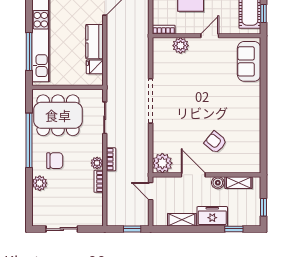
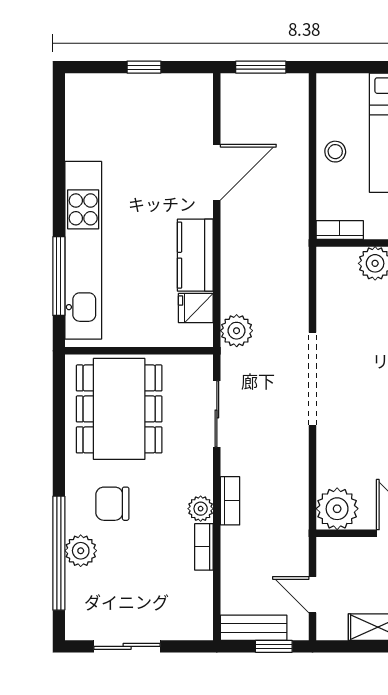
plant: (114, 78) -> (237, 331), added
dining table: (58, 115) -> (119, 409), turned 90
window: (29, 140) -> (59, 553), moved
chair: (55, 161) -> (112, 504), turned 180
door: (151, 191) -> (313, 595), moved
bench: (122, 220) -> (254, 628), added

